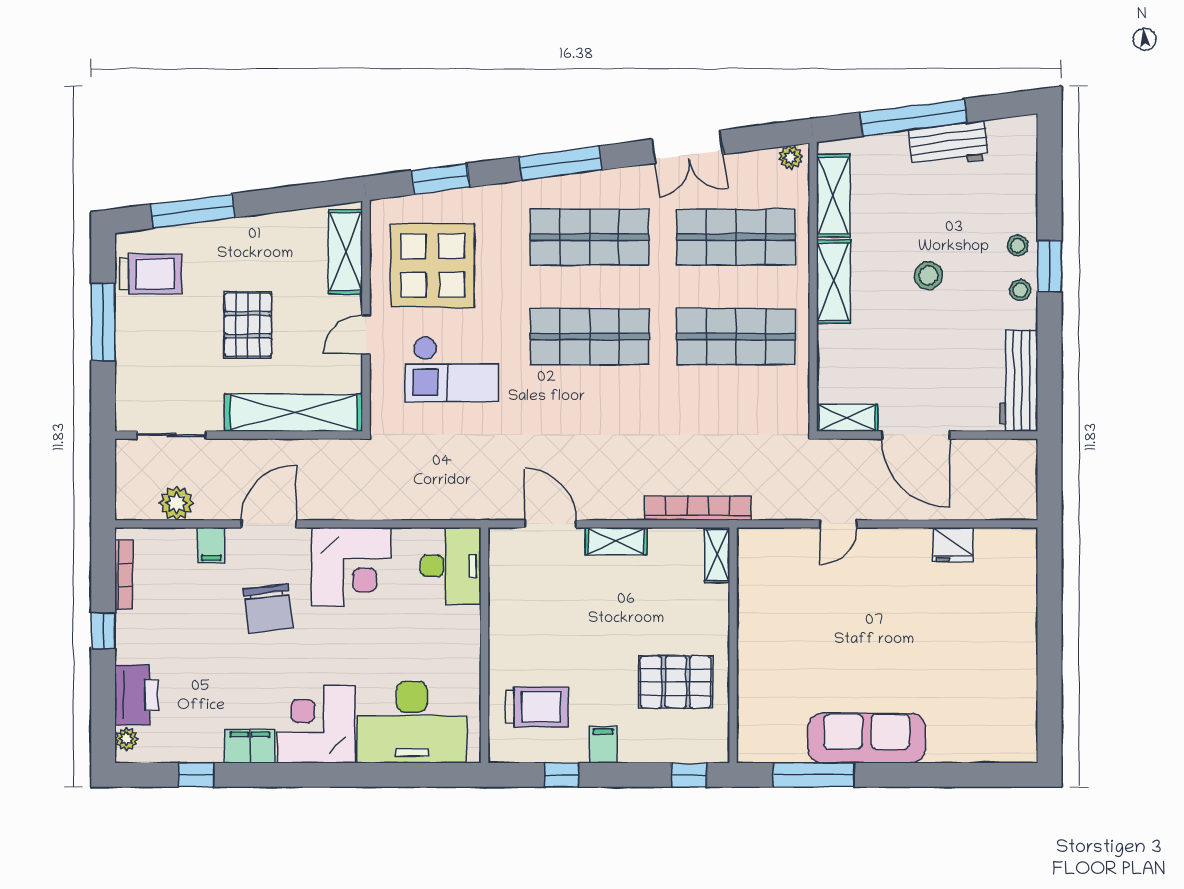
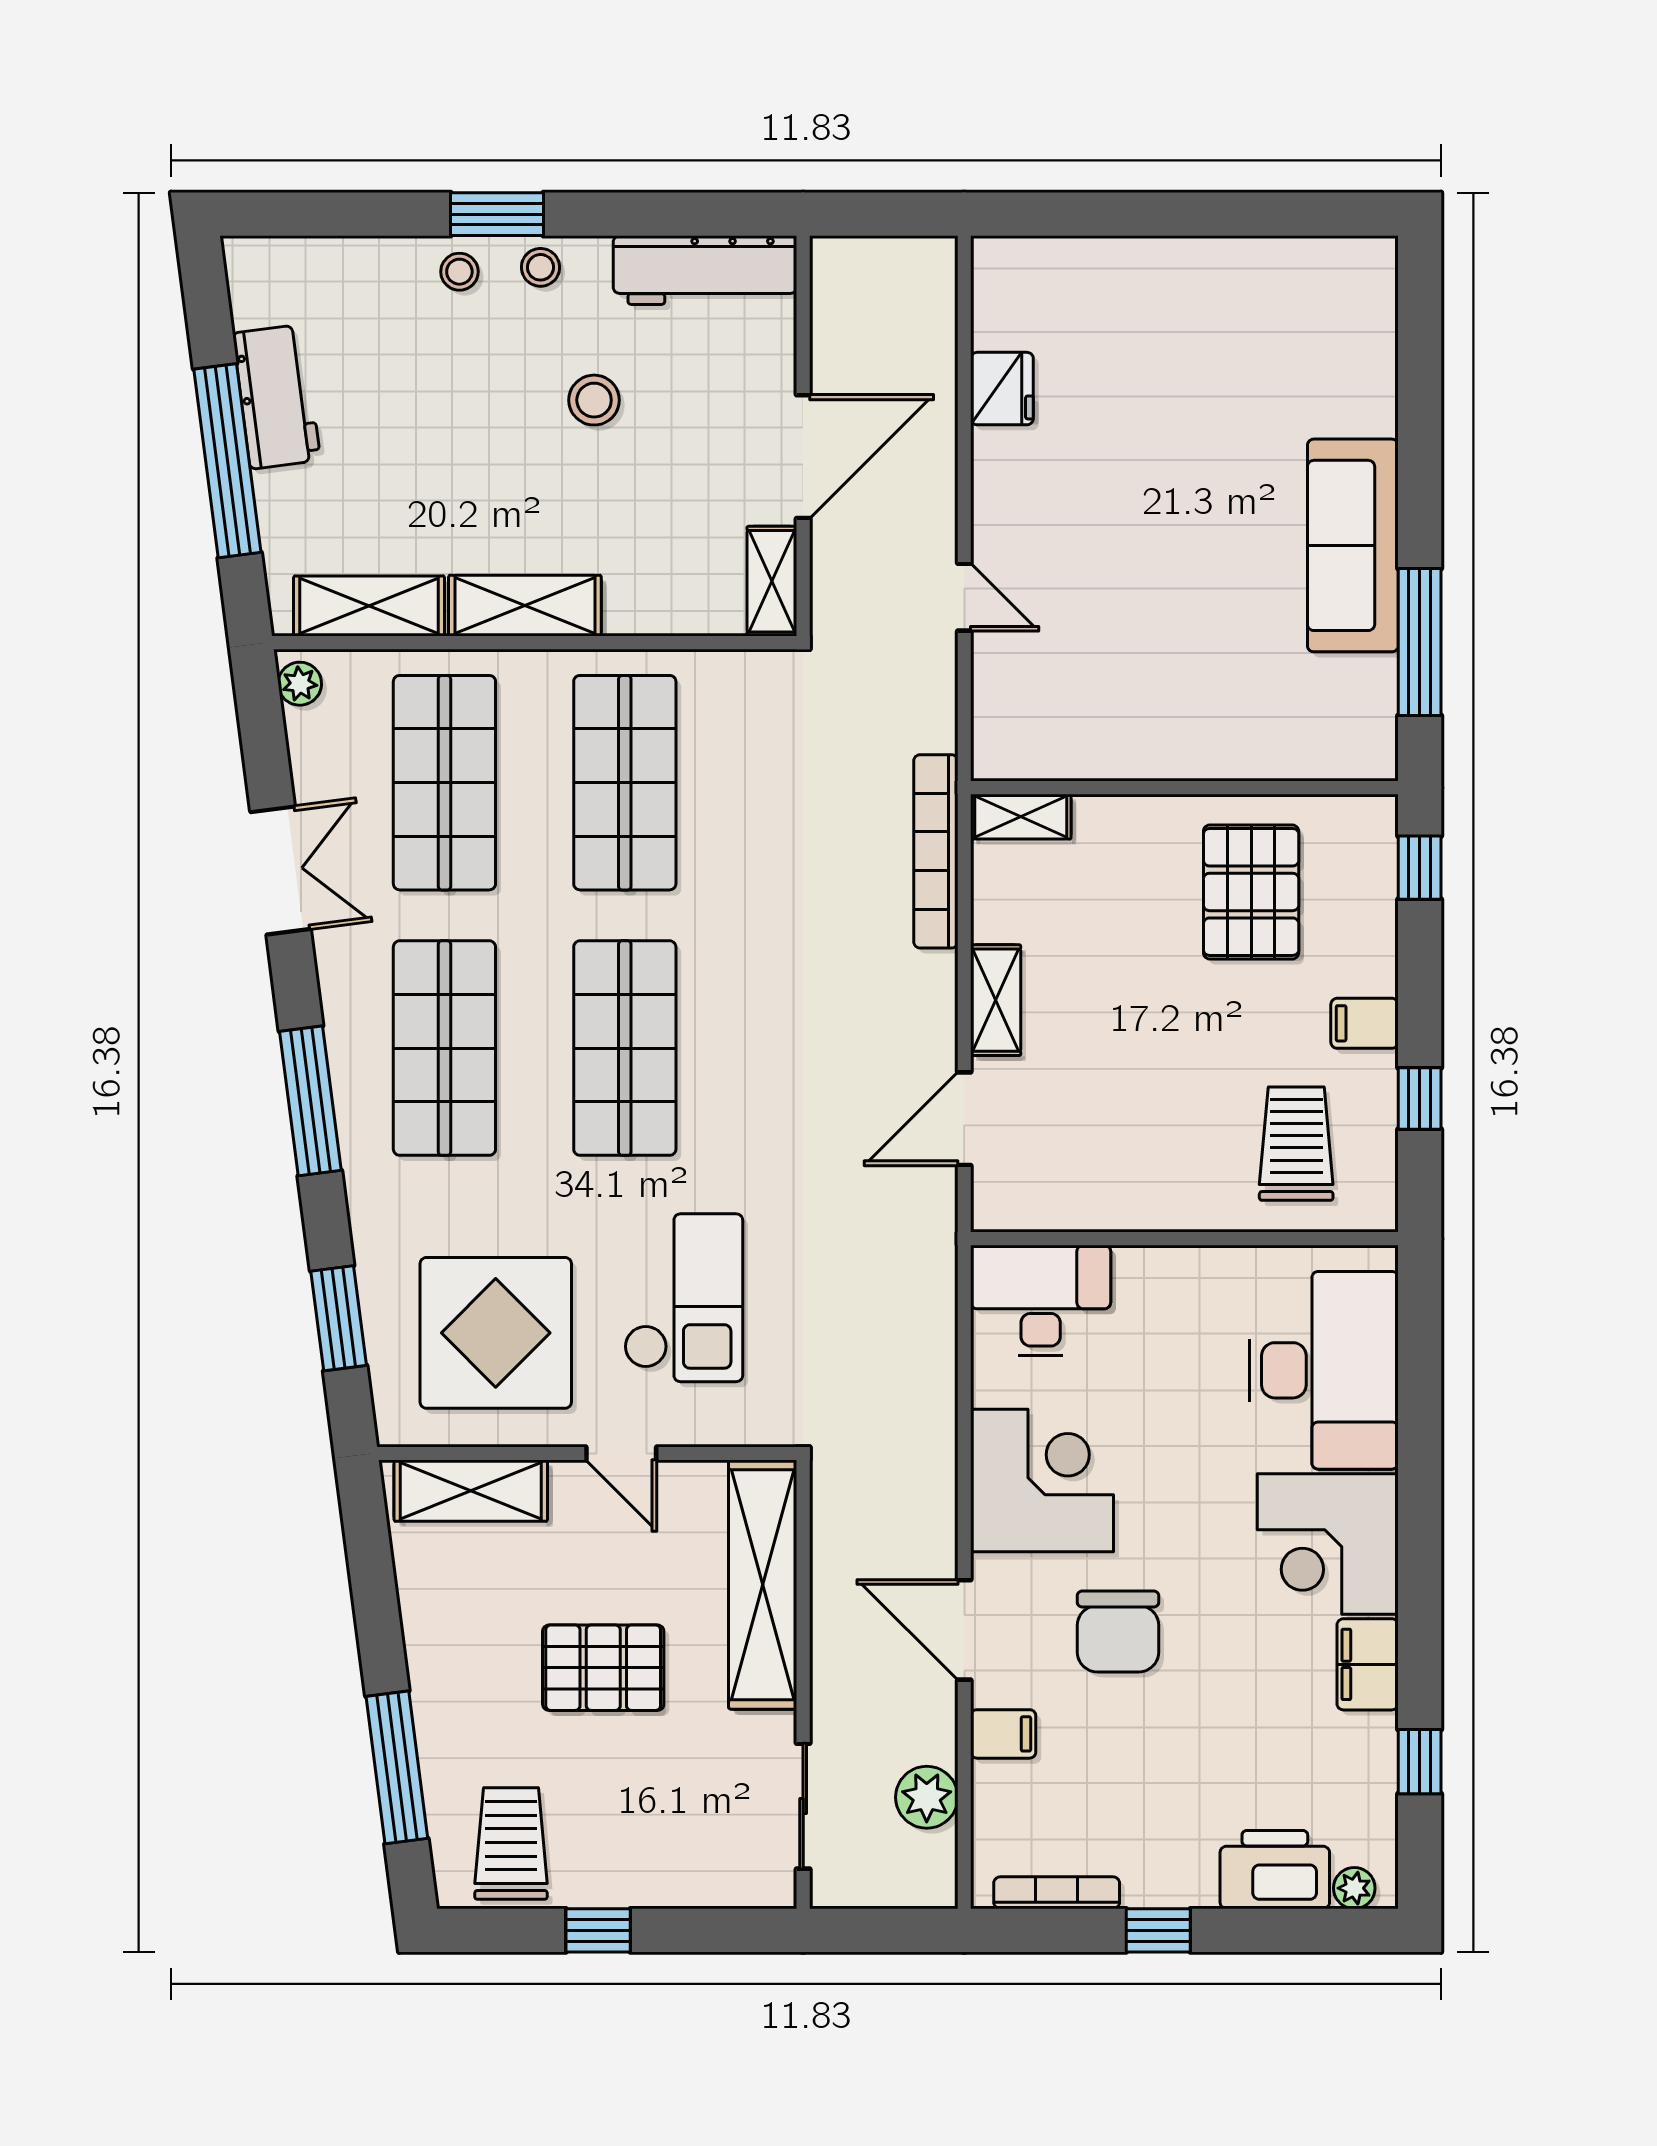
stool: (928, 276) -> (594, 400), moved
window: (103, 322) -> (598, 1930), width x0.46
chair: (268, 609) -> (1118, 1631), turned 97

